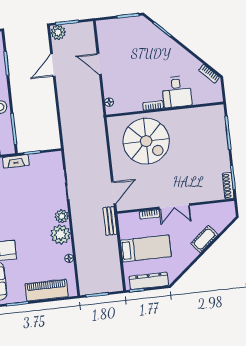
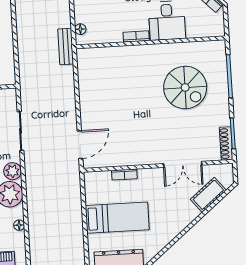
spiral stairs: (146, 141) -> (185, 87), moved, width x0.73, depth x0.73
double door: (174, 206) -> (183, 164), moved
bench: (110, 221) -> (66, 47), moved
cot: (204, 239) -> (208, 195), moved

